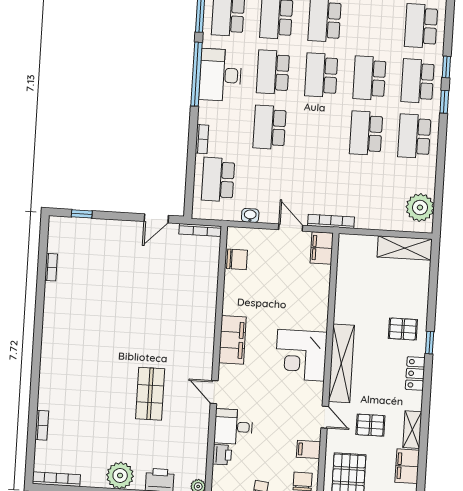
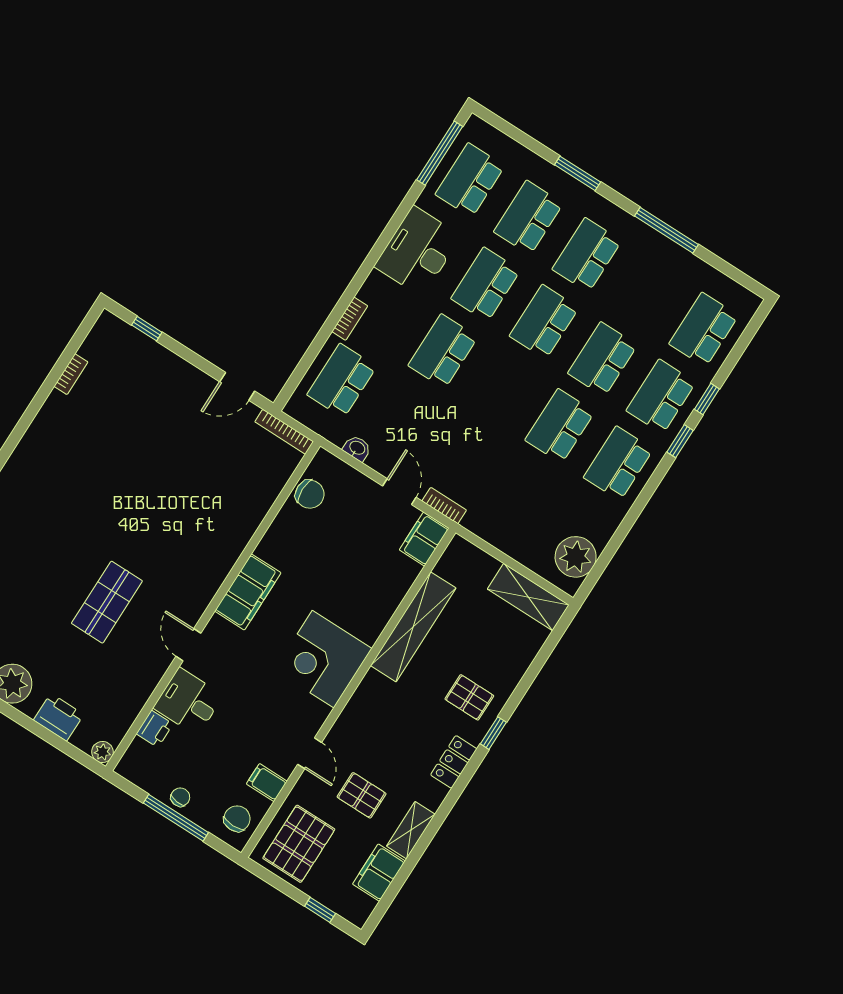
window: (196, 74) -> (388, 233), removed
bookcase: (331, 221) -> (444, 506), width x0.64
shelving: (341, 363) -> (413, 627), moved

